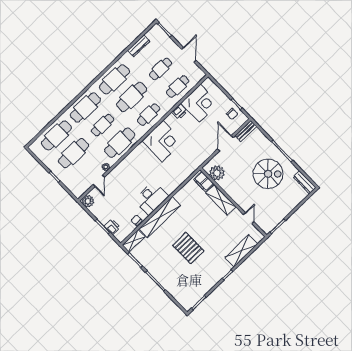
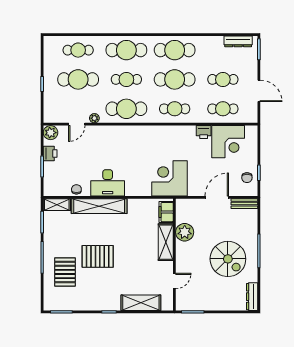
dresser: (139, 46) -> (238, 41), moved
door: (189, 55) -> (259, 91), hinge flipped
cafe table: (56, 136) -> (78, 50), width x0.73, depth x0.74
corner desk: (163, 141) -> (170, 178), moved, turned 180
plant: (217, 173) -> (185, 232), moved
printer: (112, 227) -> (50, 154), moved
pallet: (188, 248) -> (98, 256), turned 90
pallet: (178, 277) -> (65, 272), added

